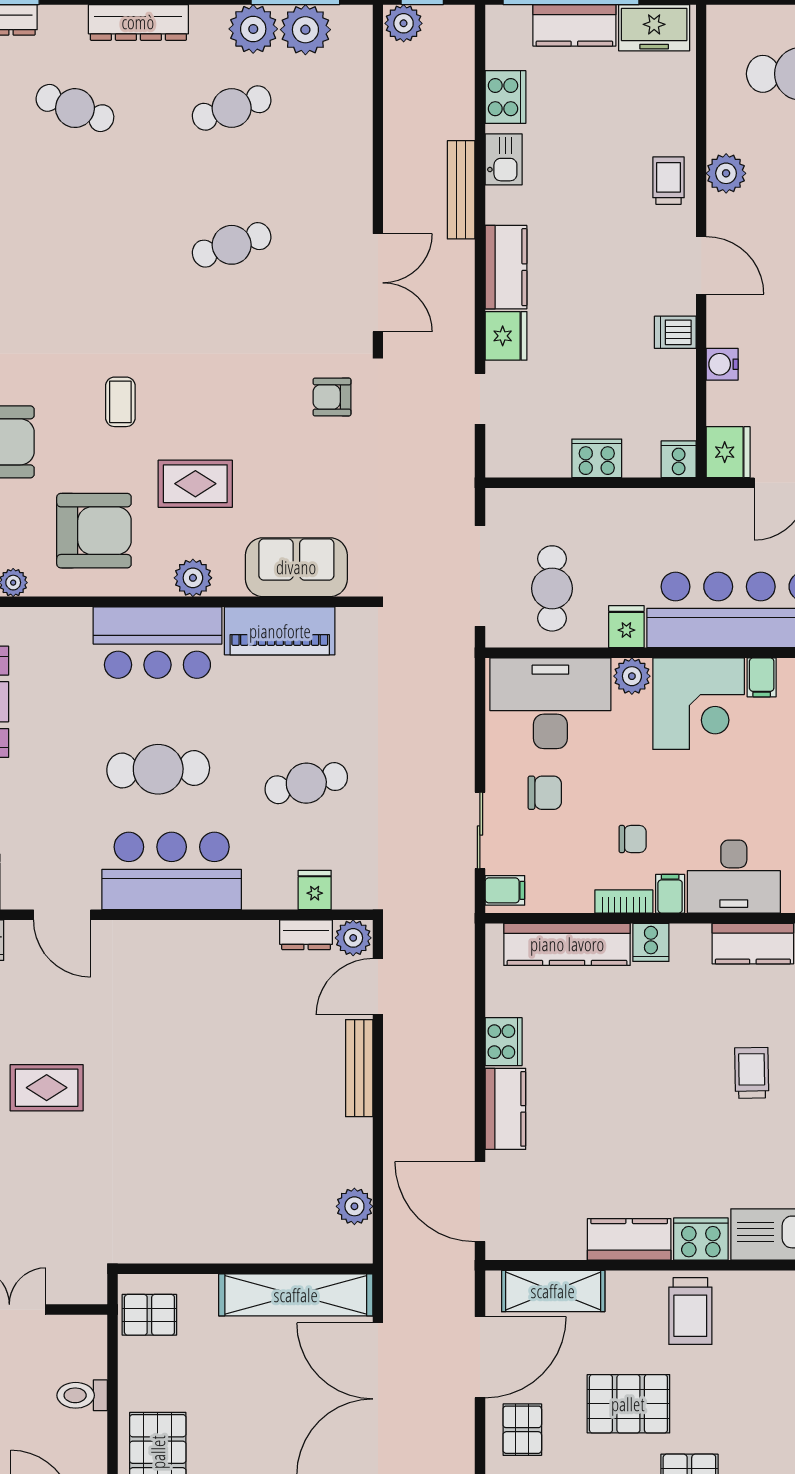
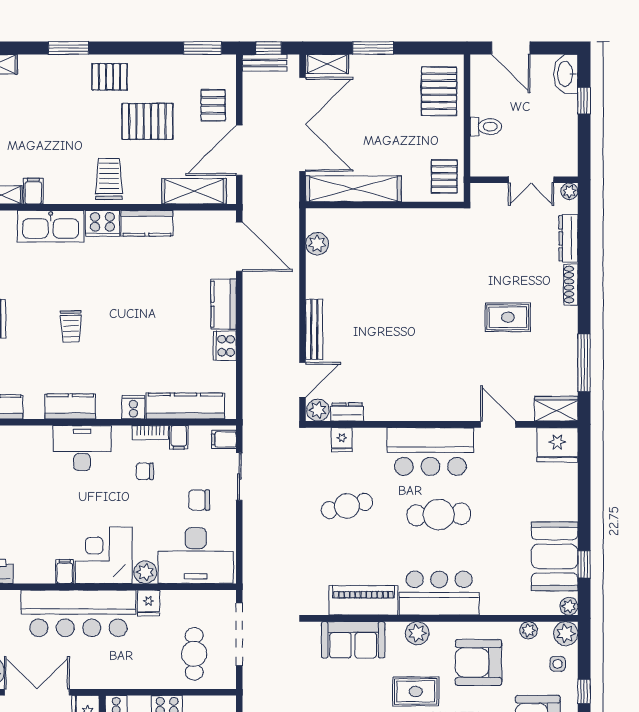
cafe table: (552, 588) -> (194, 654), moved
filing cabinet: (670, 894) -> (179, 437), moved
pallet: (149, 1315) -> (444, 176), turned 90

